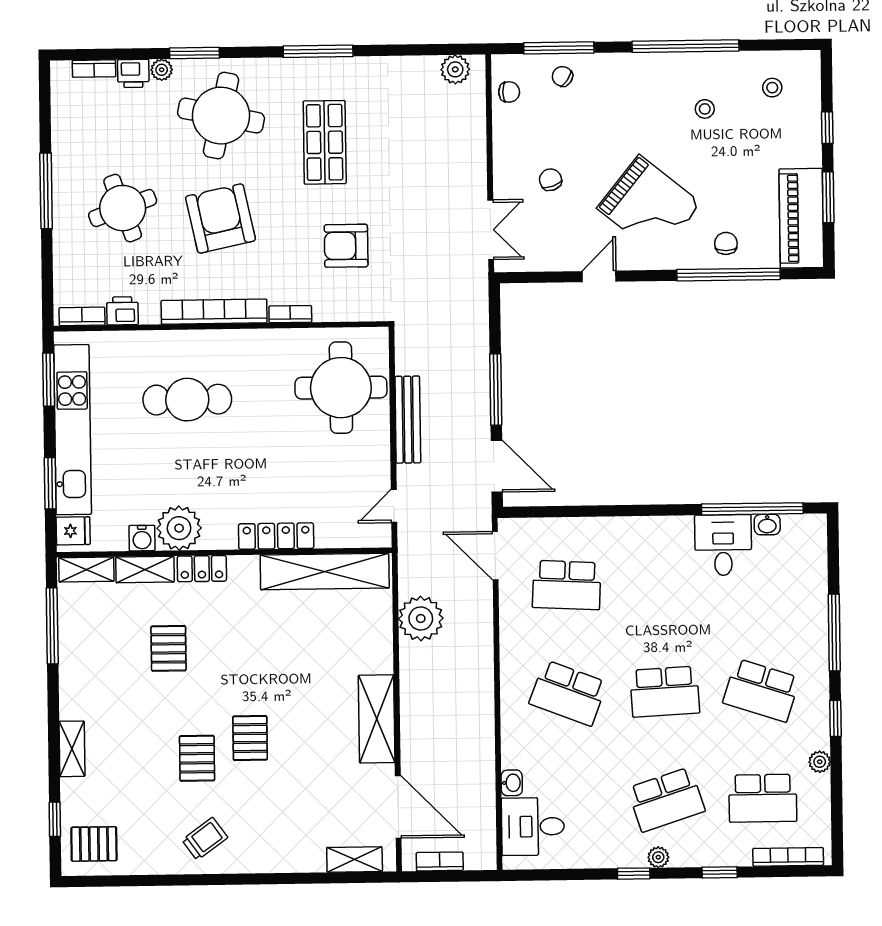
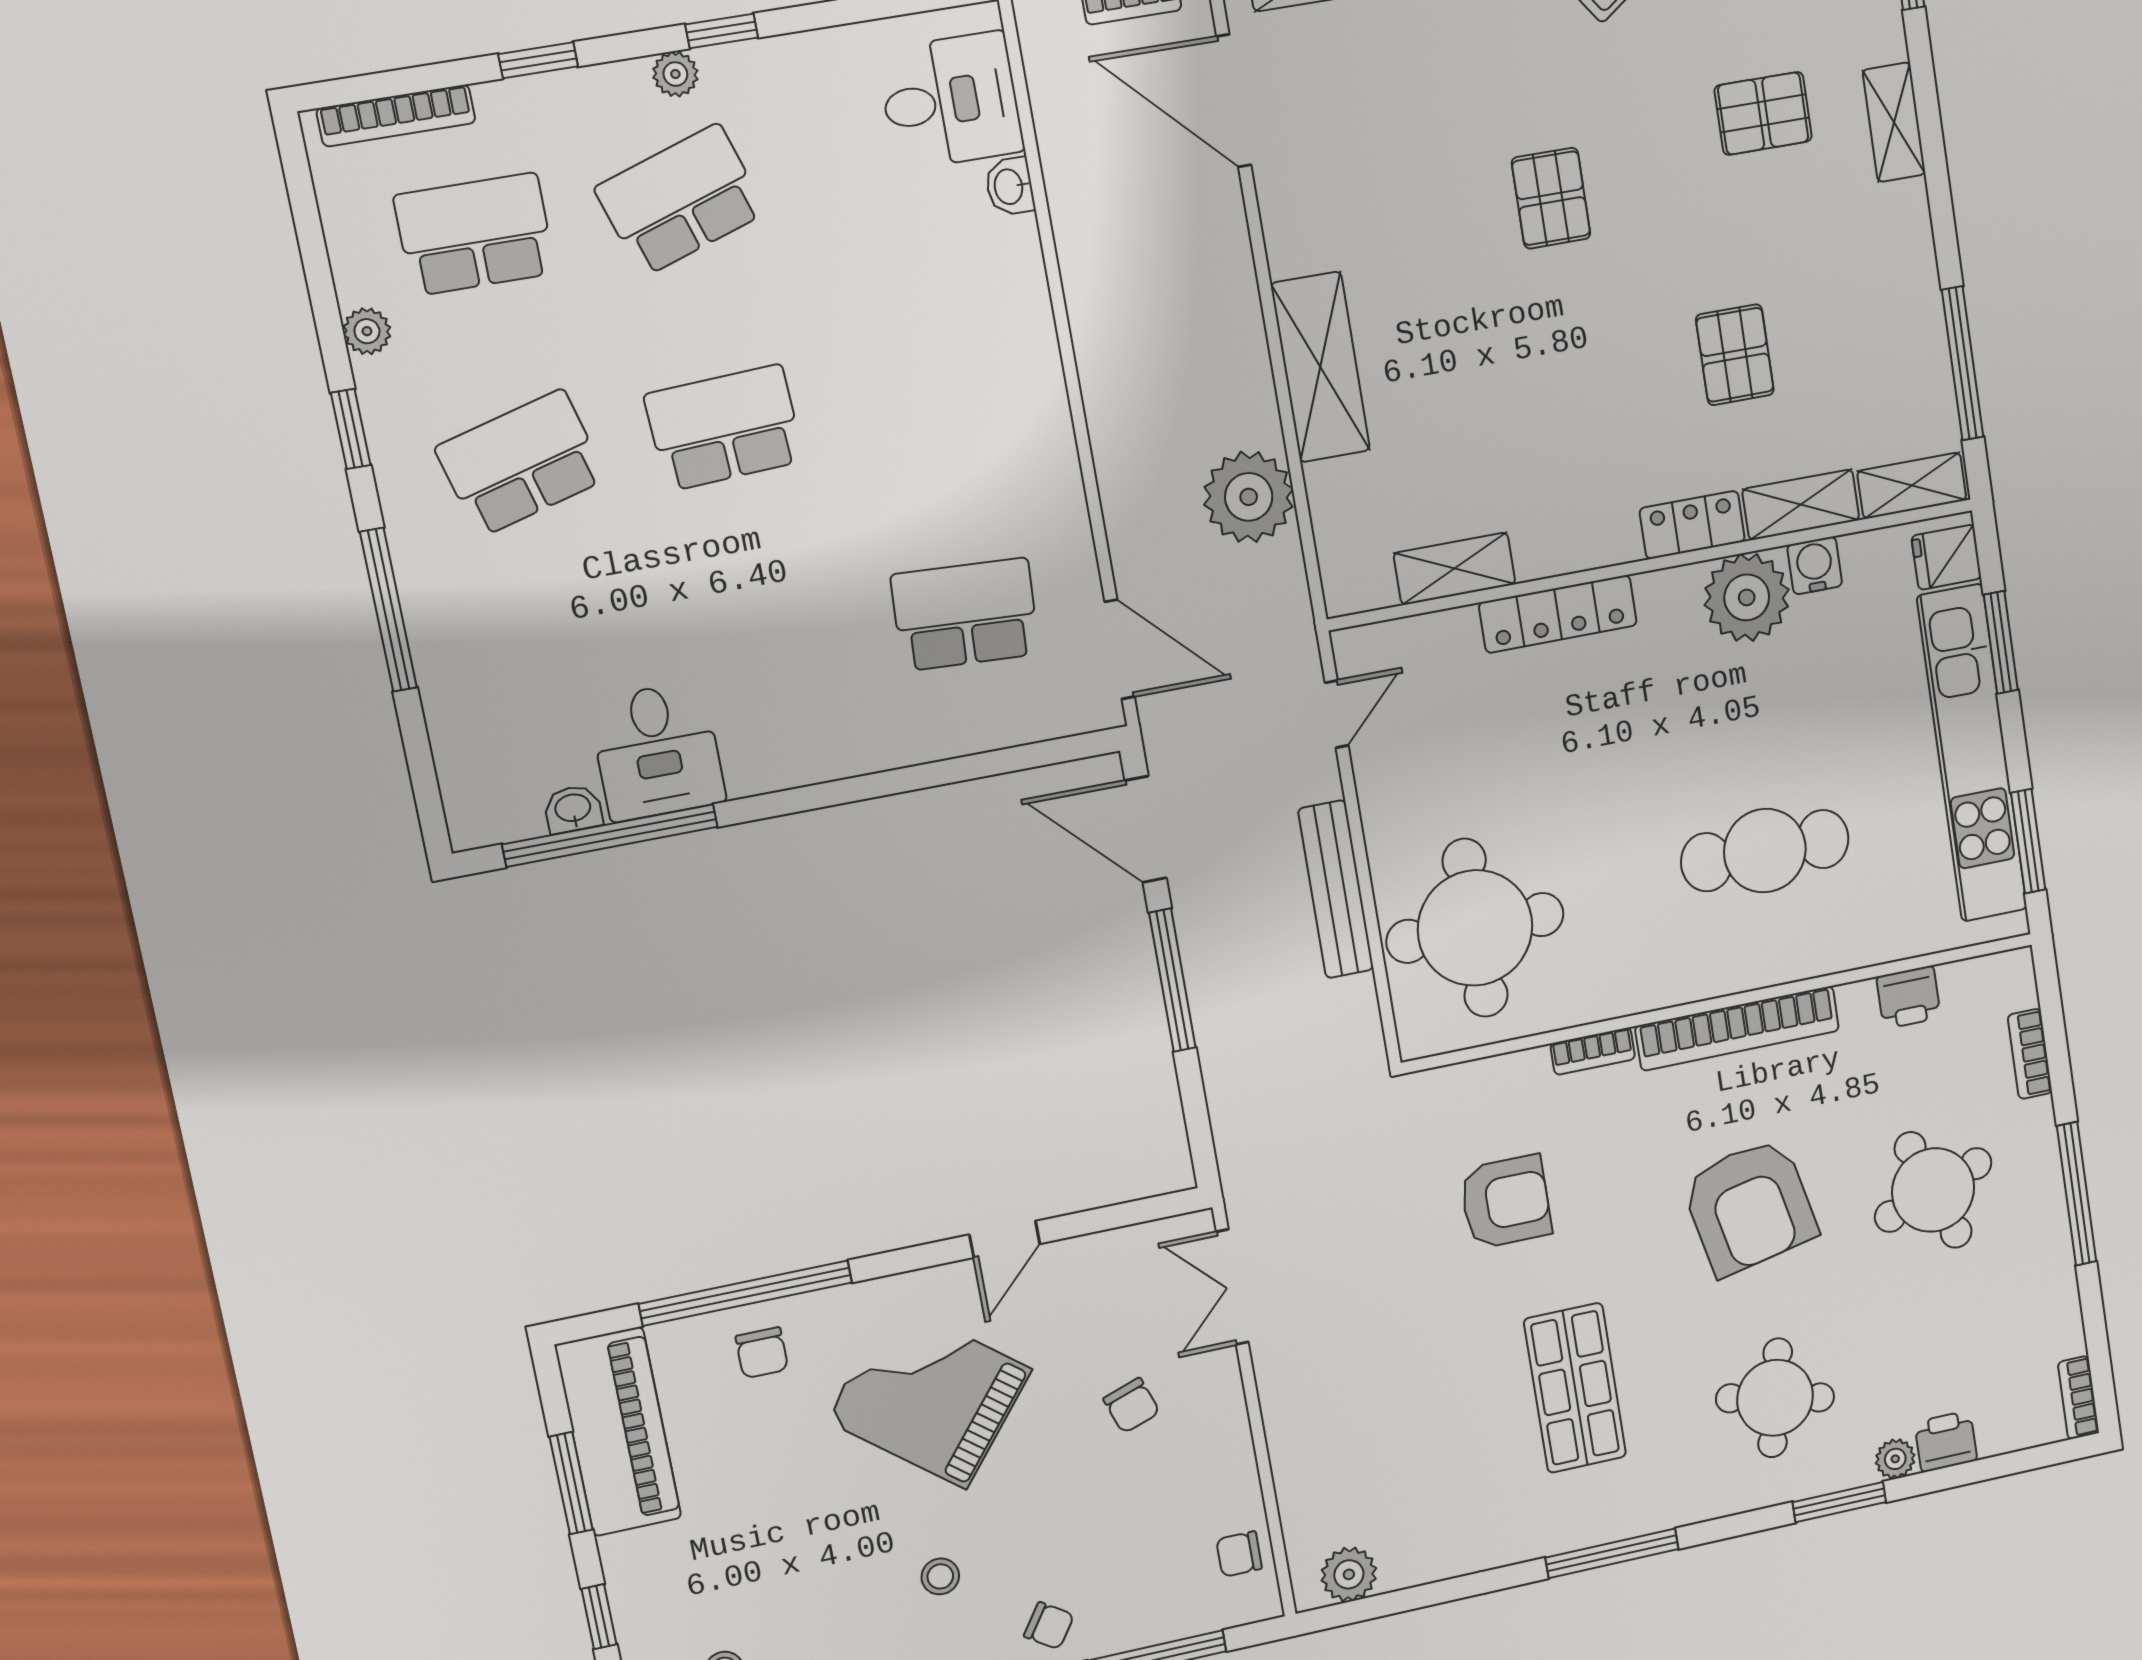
bookcase: (94, 69) -> (2078, 1398), moved, turned -90
chair: (562, 76) -> (1049, 1626), moved
stool: (705, 109) -> (940, 1576), moved
round table: (221, 116) -> (1775, 1398), width x0.73, depth x0.73
bookcase: (82, 316) -> (2030, 1054), moved, turned 90
shelving: (325, 571) -> (1455, 569), width x0.45, depth x0.75
school desk: (761, 690) -> (521, 463), turned -33
school desk: (568, 693) -> (925, 393), removed
shelving: (377, 719) -> (1320, 367), moved
pallet: (197, 758) -> (1763, 113), moved, turned 90

